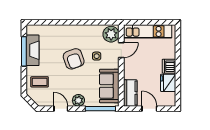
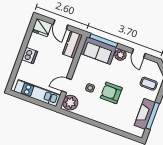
armchair: (74, 59) -> (111, 93), turned -71
fridge: (168, 83) -> (42, 28), moved, turned 90
sofa: (109, 86) -> (98, 51), moved, turned 90

